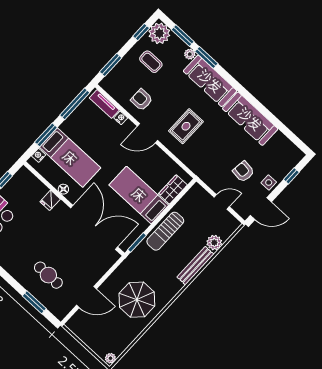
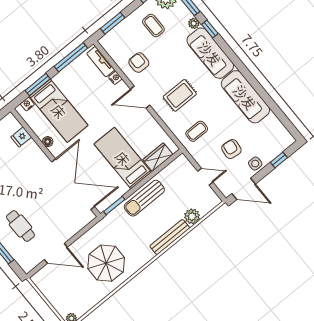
window: (206, 57) -> (210, 29), width x0.67
coffee table: (207, 159) -> (197, 131), added
fridge: (50, 200) -> (21, 137), moved

